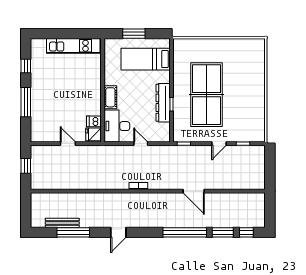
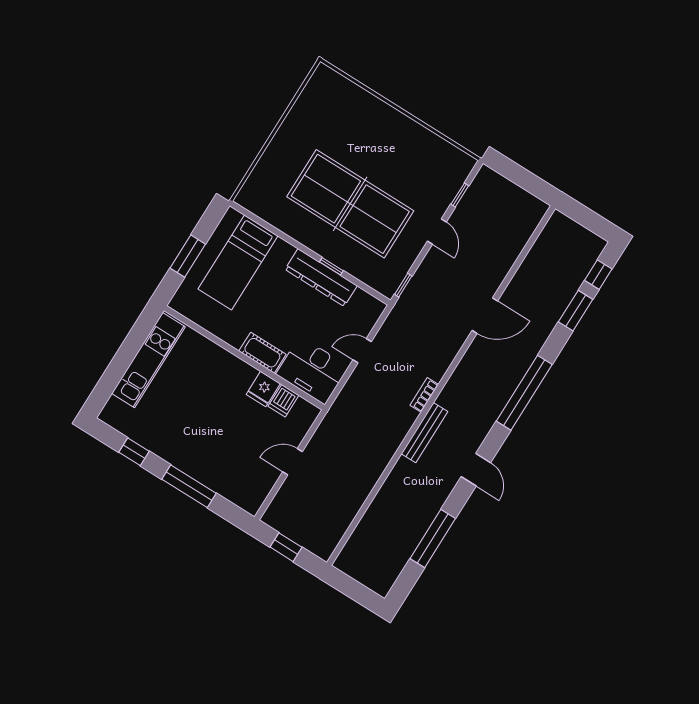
fridge: (94, 134) -> (263, 389), moved
bench: (62, 223) -> (424, 433), moved
window: (185, 232) -> (524, 393), moved

